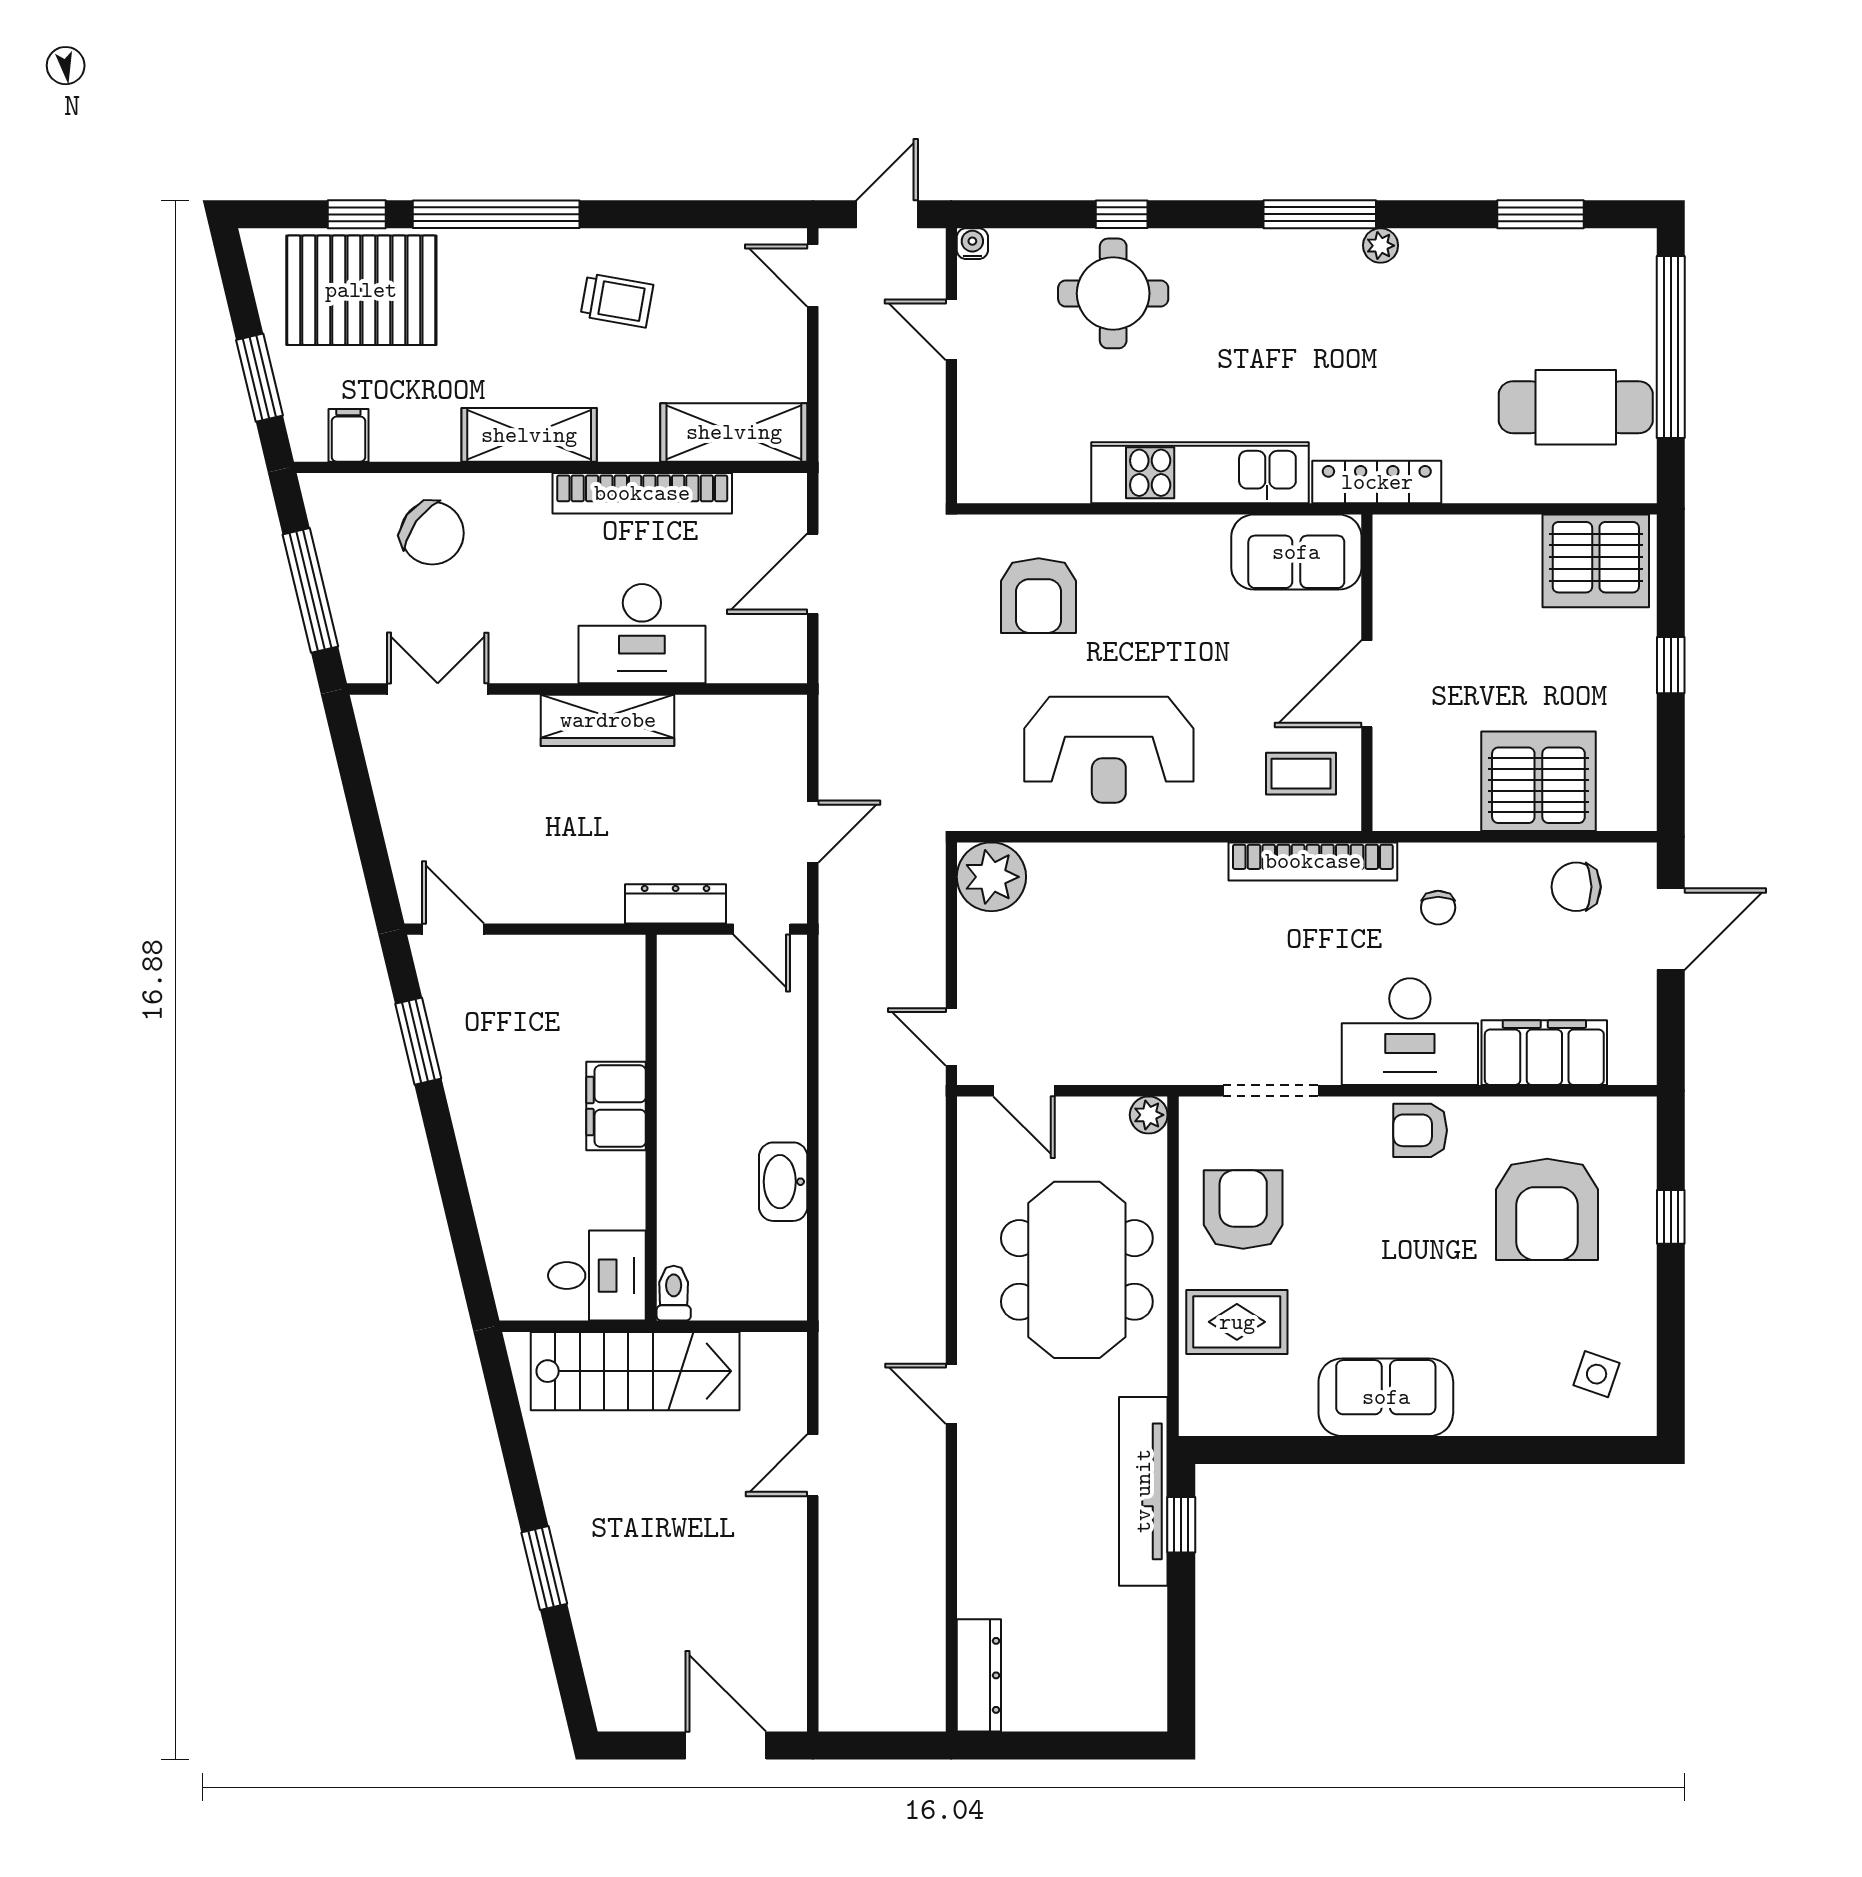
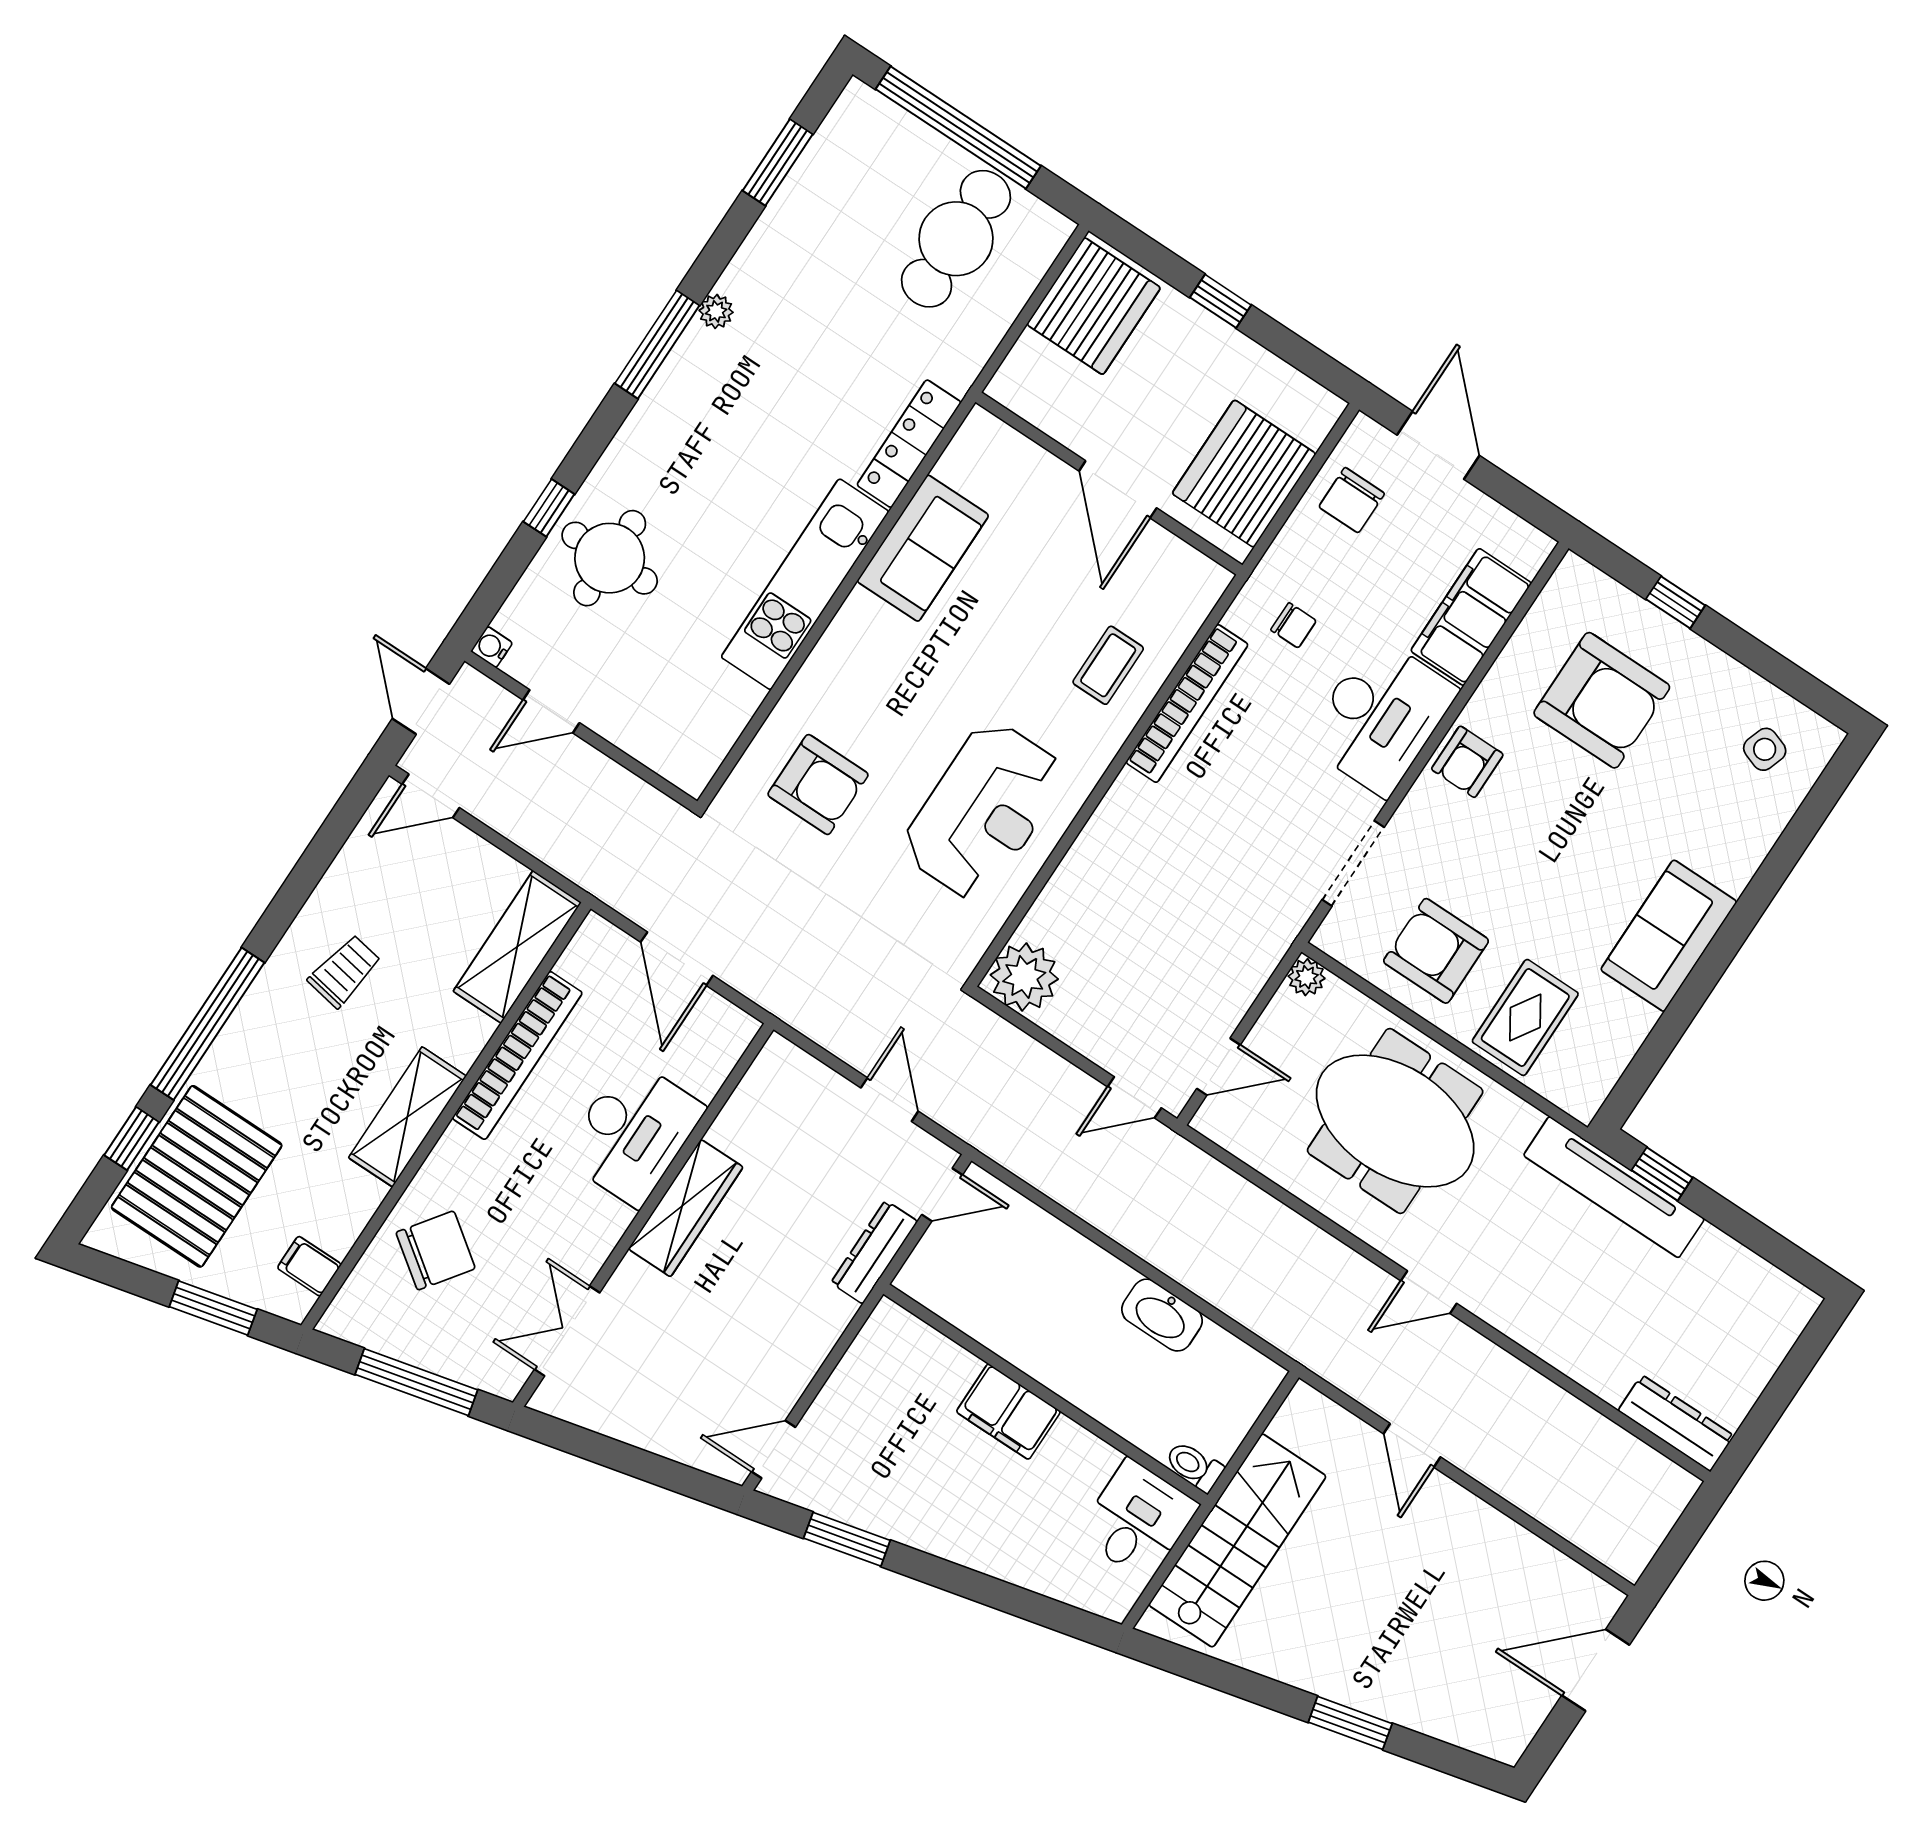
wall: (1367, 673) -> (1109, 484), moved
door: (1367, 684) -> (1118, 489), moved

